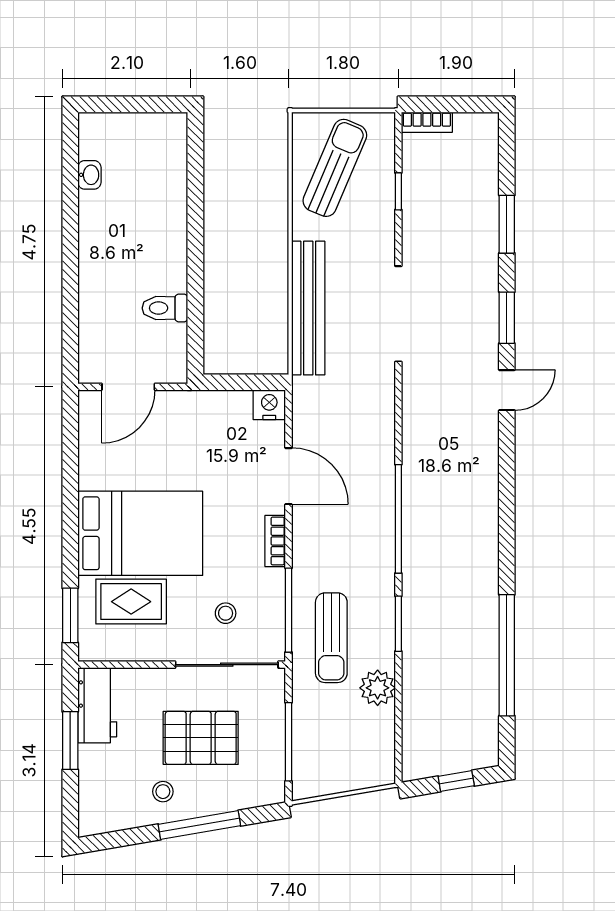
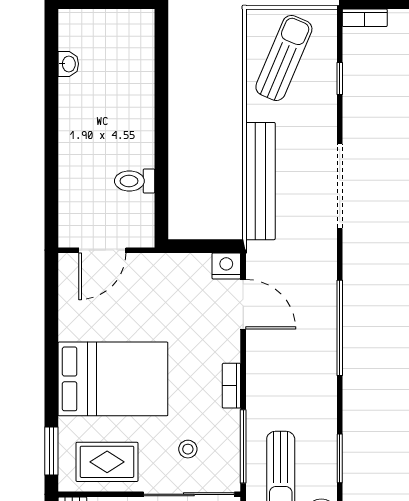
door: (289, 476) -> (243, 304), moved
window: (398, 519) -> (340, 328), moved
rug: (131, 602) -> (107, 462), moved

